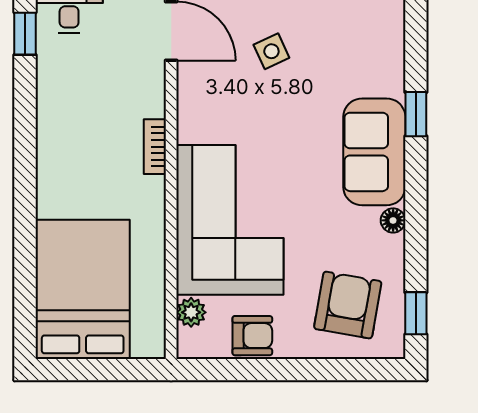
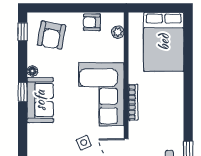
window: (416, 114) -> (23, 92), moved
bookcase: (155, 147) -> (133, 102), width x1.56
corner sofa: (230, 220) -> (101, 94), moved

